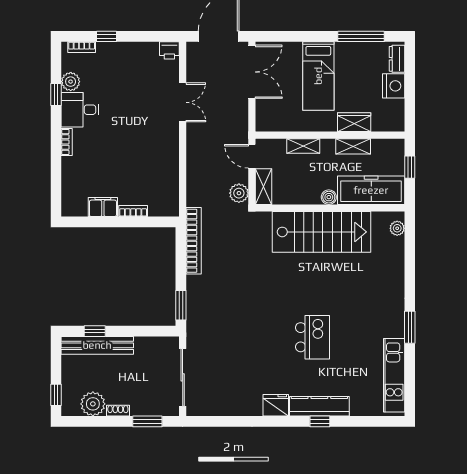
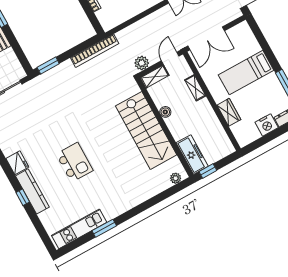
double door: (252, 72) -> (206, 38), moved
shelving: (353, 146) -> (213, 120), removed
window: (410, 167) -> (208, 171), moved
freezer: (371, 190) -> (192, 155), width x0.73, depth x0.79
boiler: (329, 197) -> (165, 112), moved
window: (410, 327) -> (104, 228), moved
kitchen island: (312, 337) -> (75, 162), turned -90

